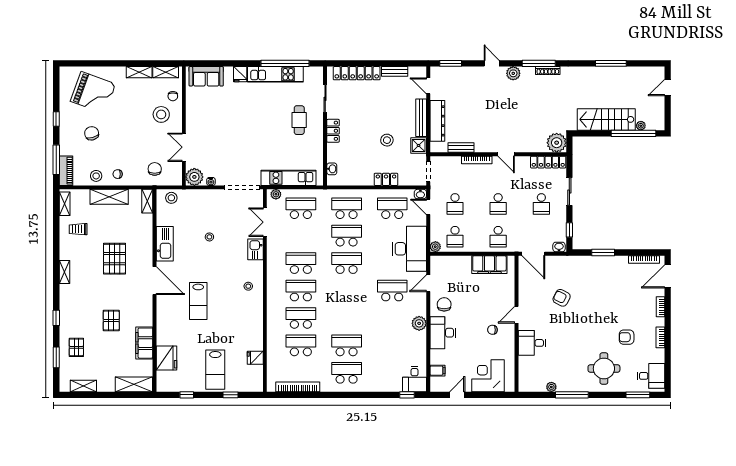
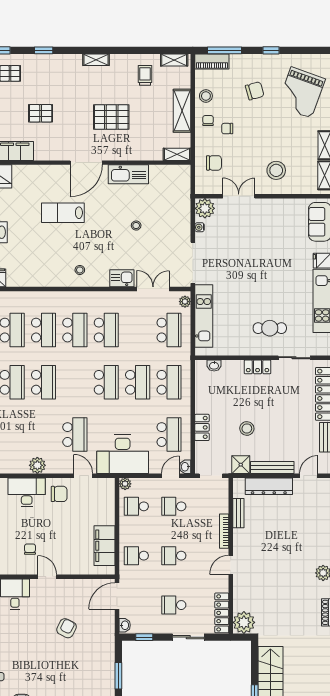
chair: (173, 96) -> (227, 129), moved
stool: (171, 198) -> (181, 182), removed
school desk: (347, 318) -> (43, 382), added

